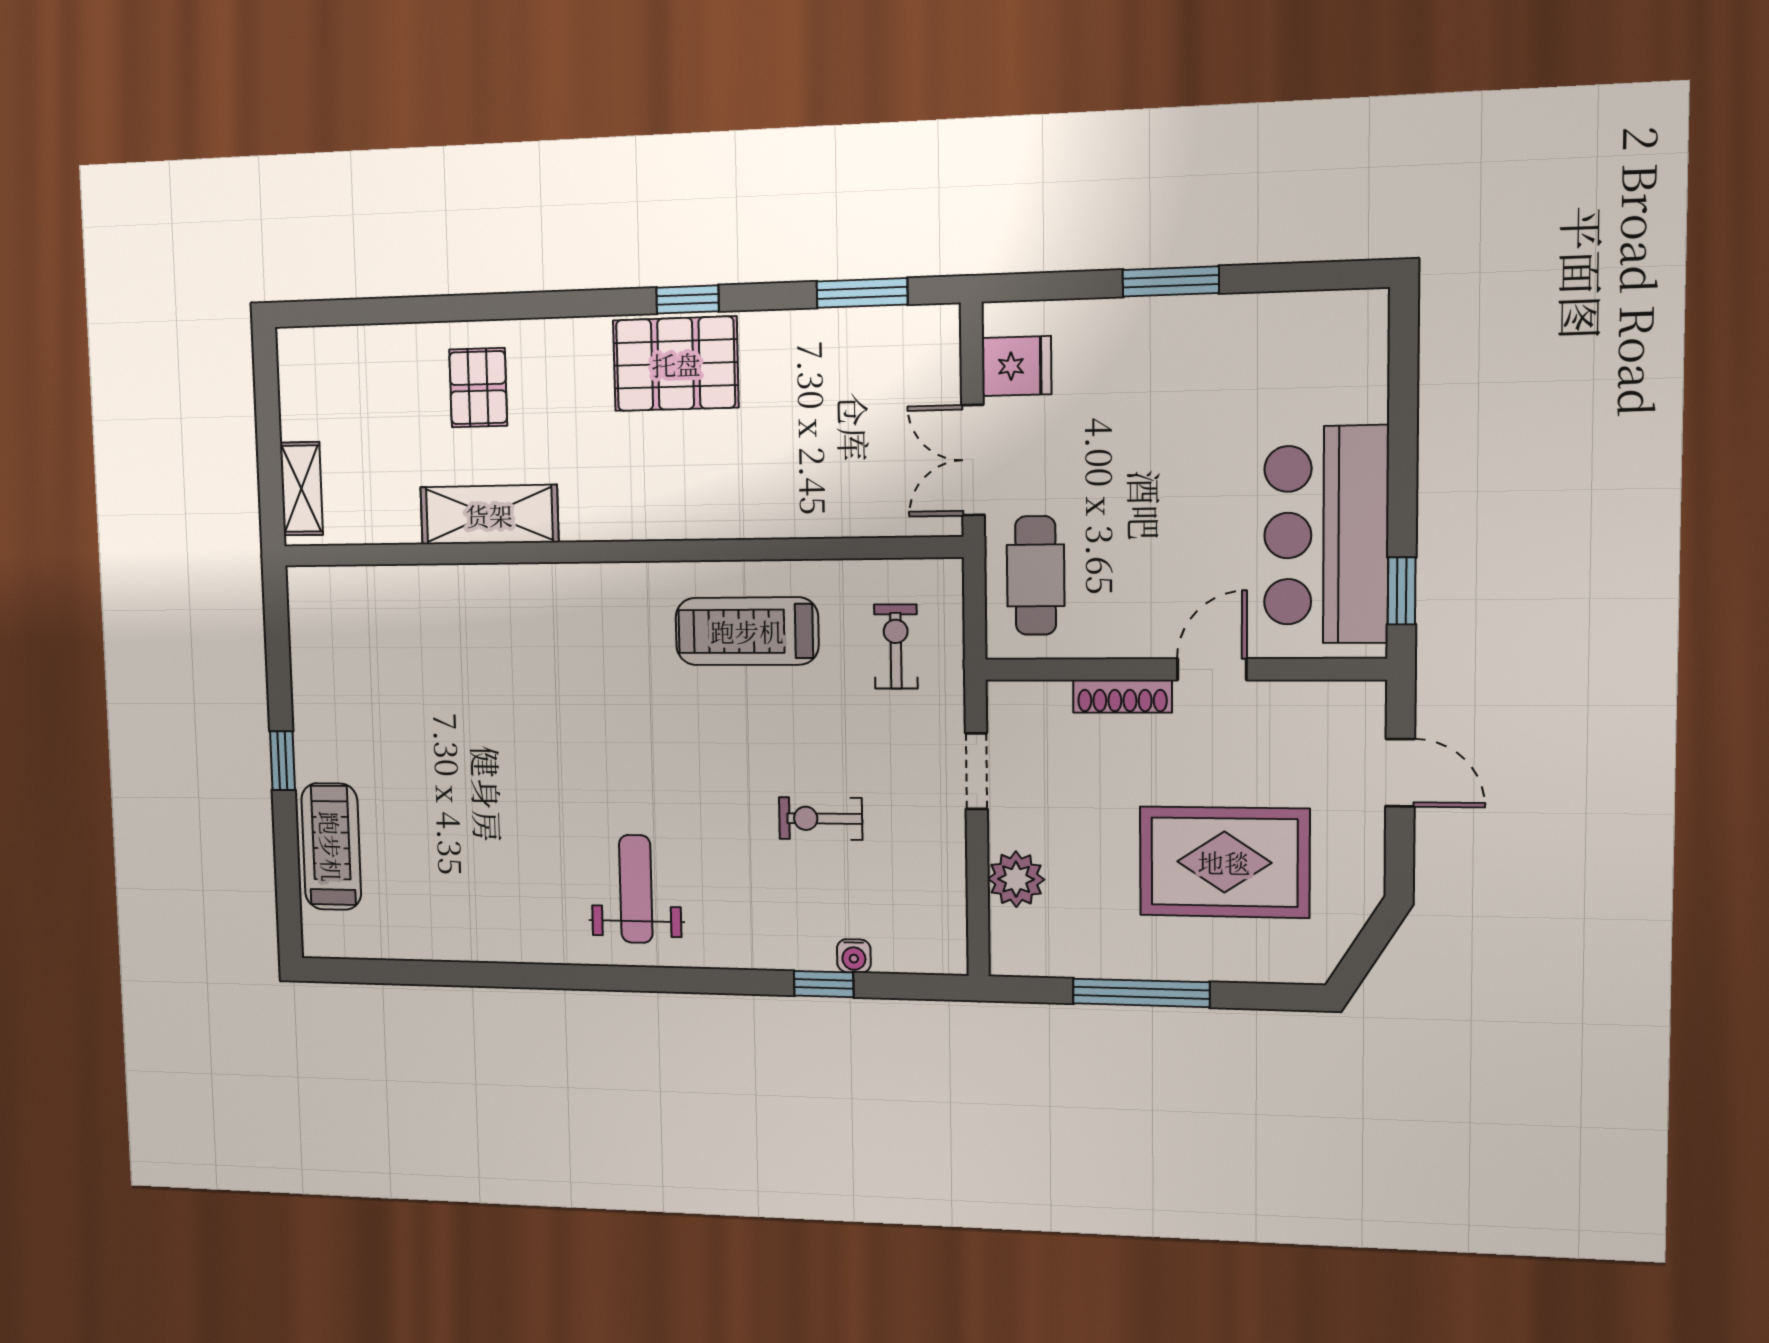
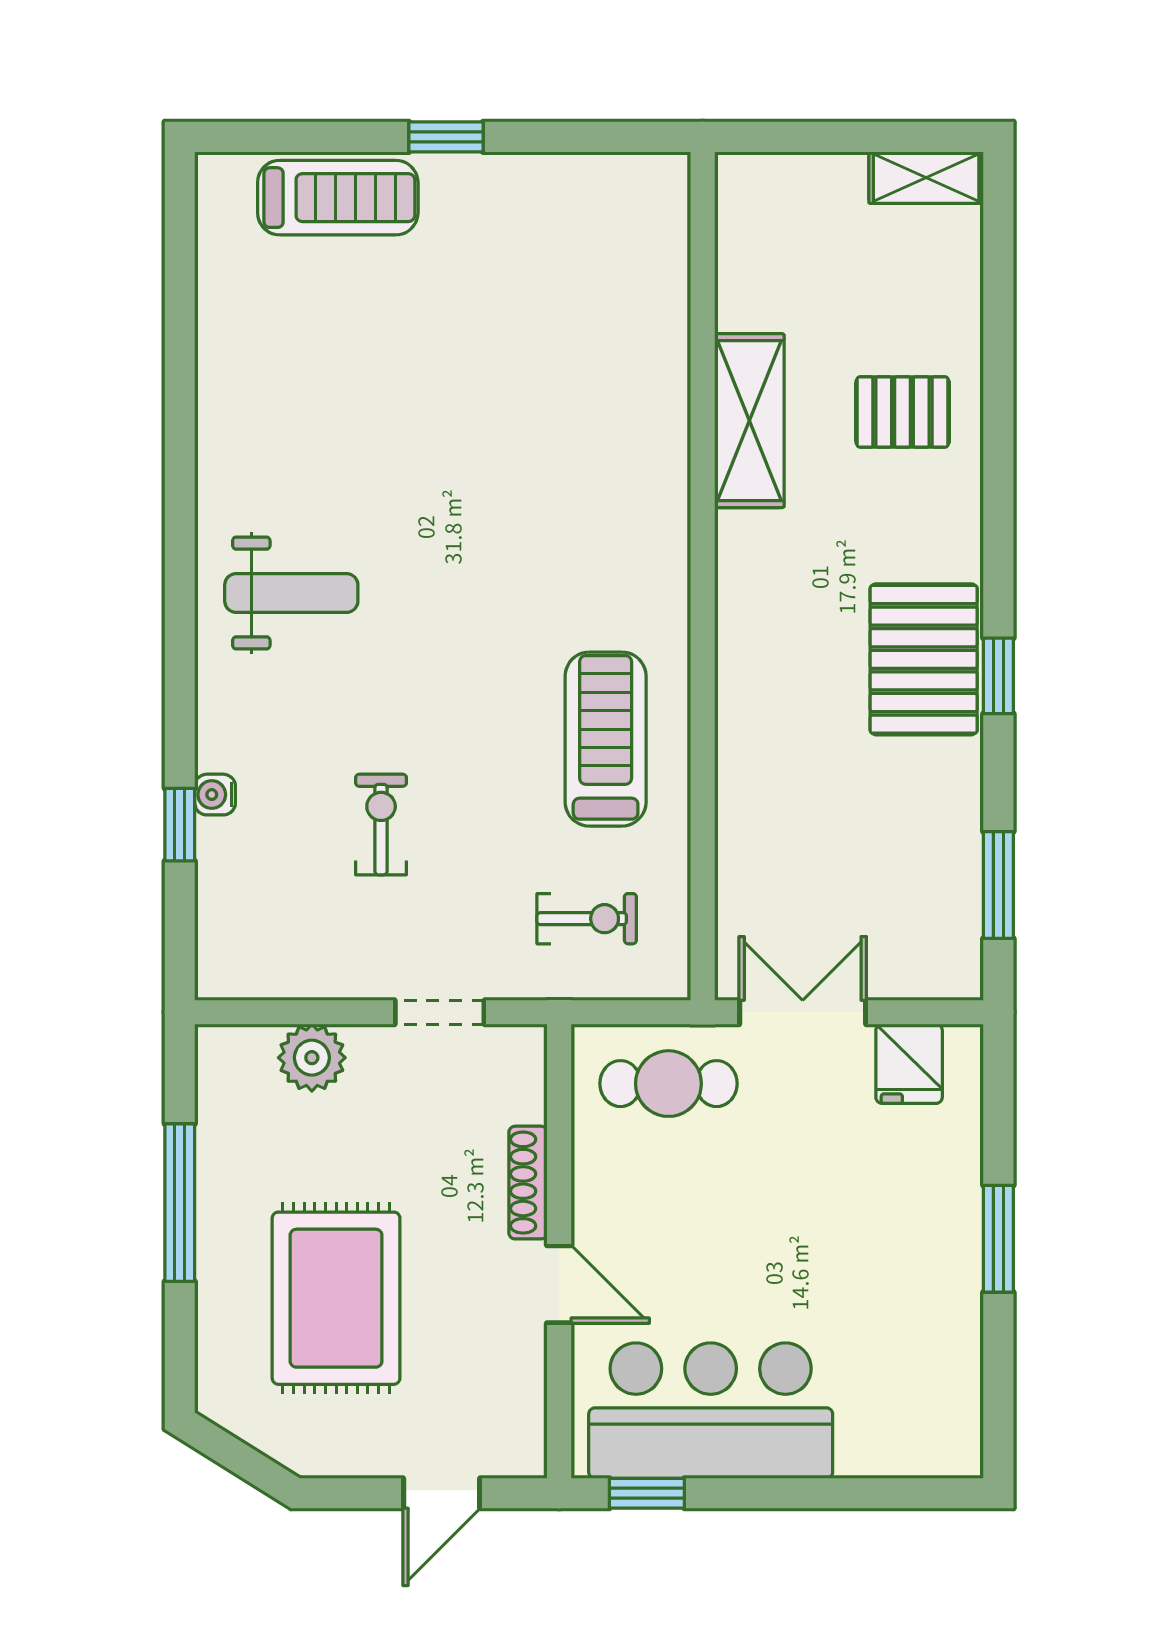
shelving: (301, 489) -> (926, 178), moved
water cooler: (854, 956) -> (215, 795), moved

